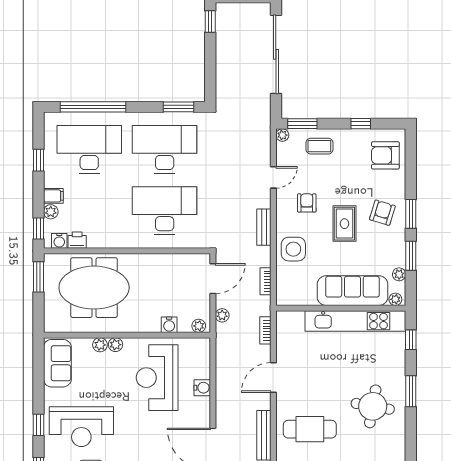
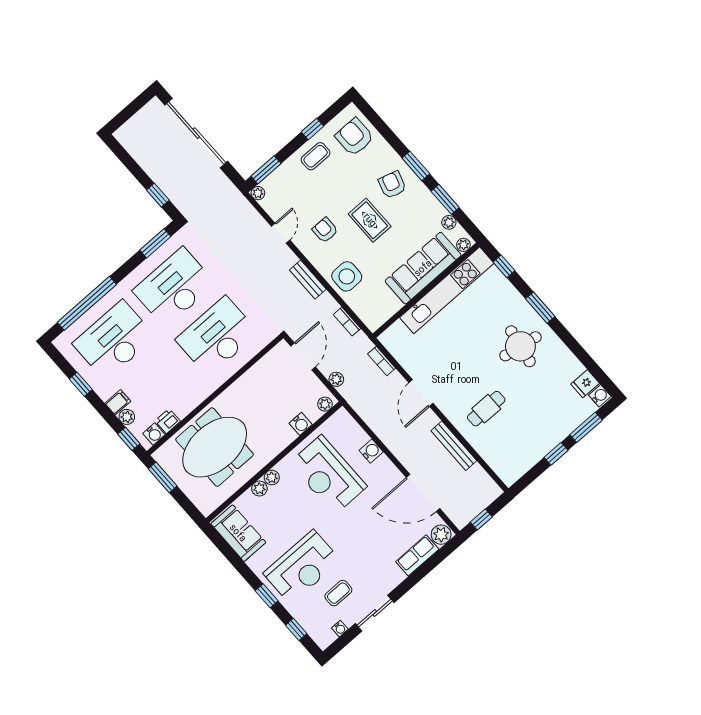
window: (210, 22) -> (158, 195), moved
coffee table: (319, 146) -> (316, 156), moved
armchair: (385, 155) -> (354, 137), turned 90
cafe table: (310, 429) -> (486, 409), width x0.73, depth x0.74

